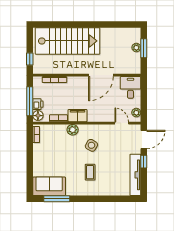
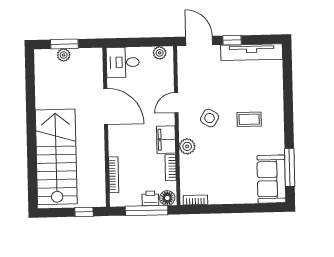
door: (122, 123) -> (176, 103), moved

